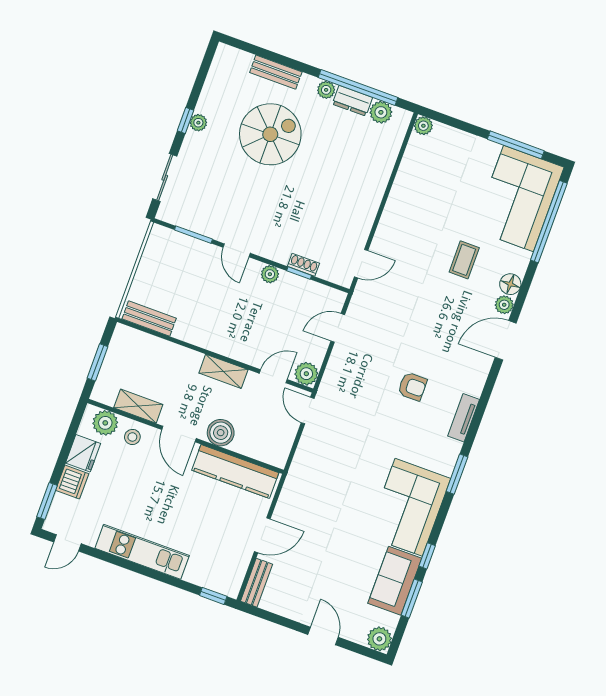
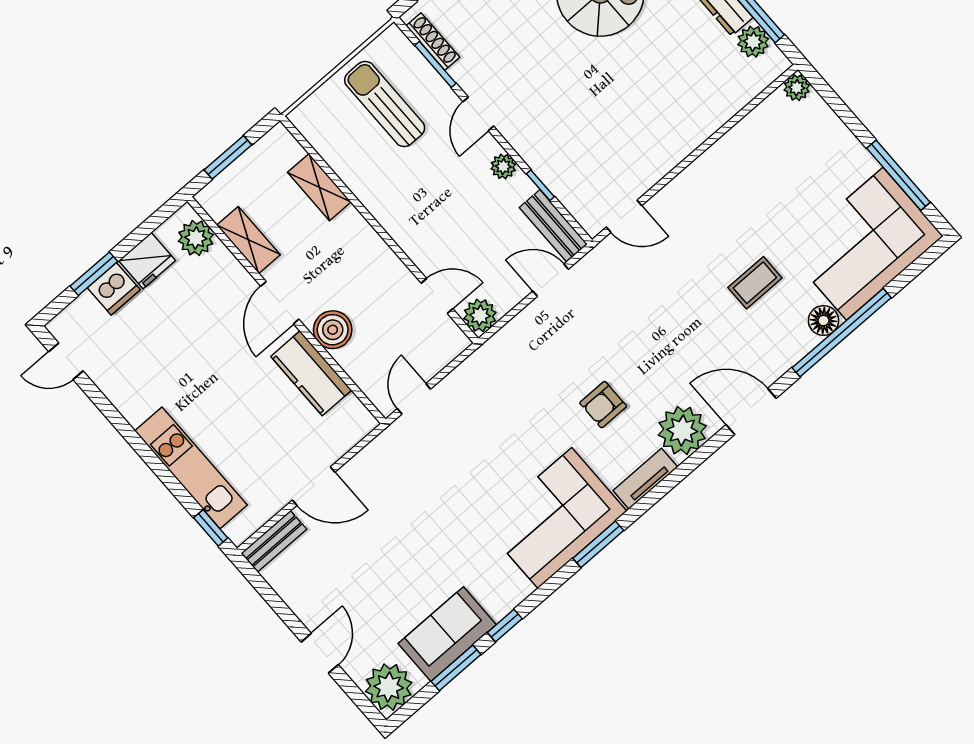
window: (549, 222) -> (842, 333), moved
shoe rack: (303, 265) -> (433, 42), moved, width x1.43
sun lounger: (176, 276) -> (385, 104), added
floor lamp: (510, 284) -> (824, 321), moved
plant: (504, 305) -> (682, 431), moved, width x1.88, depth x1.88
bench: (149, 319) -> (553, 226), moved
shelving: (223, 371) -> (319, 187), moved
armchair: (412, 387) -> (603, 405), turned 90
door: (308, 411) -> (414, 399), moved
stool: (132, 437) -> (220, 274), removed
kitchen counter: (235, 471) -> (311, 373), width x0.67
window: (47, 501) -> (94, 274), moved
corner sofa: (409, 507) -> (555, 518), moved
kitchen unit: (142, 552) -> (191, 468), moved
plant: (379, 639) -> (389, 687), width x1.36, depth x1.36

